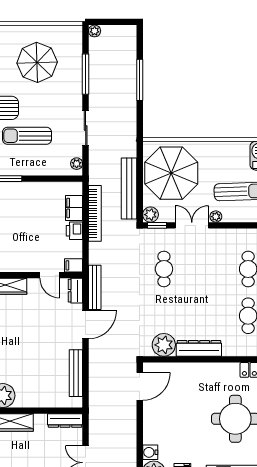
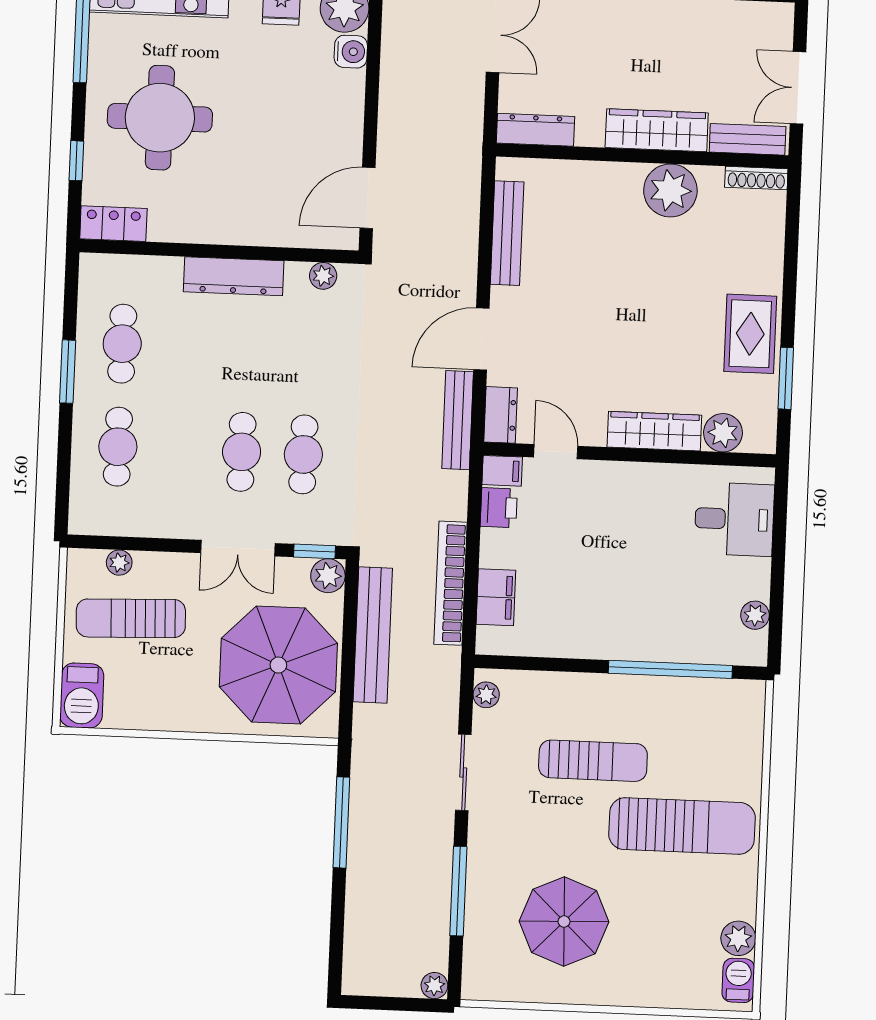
window: (140, 80) -> (341, 822), moved
plant: (216, 217) -> (119, 563), moved
printer: (74, 231) -> (499, 508), moved
cafe table: (192, 269) -> (242, 452), added
plant: (164, 345) -> (323, 276), width x0.53, depth x0.53

